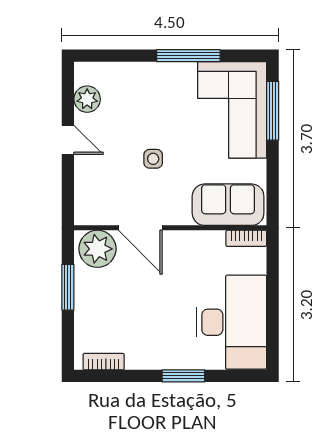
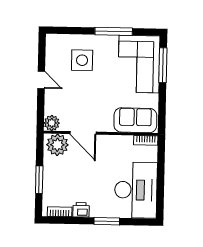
plant: (87, 99) -> (52, 123), moved
side table: (153, 159) -> (82, 60), moved, width x1.87, depth x1.87
window: (68, 287) -> (39, 180), moved
printer: (140, 358) -> (81, 210), added

